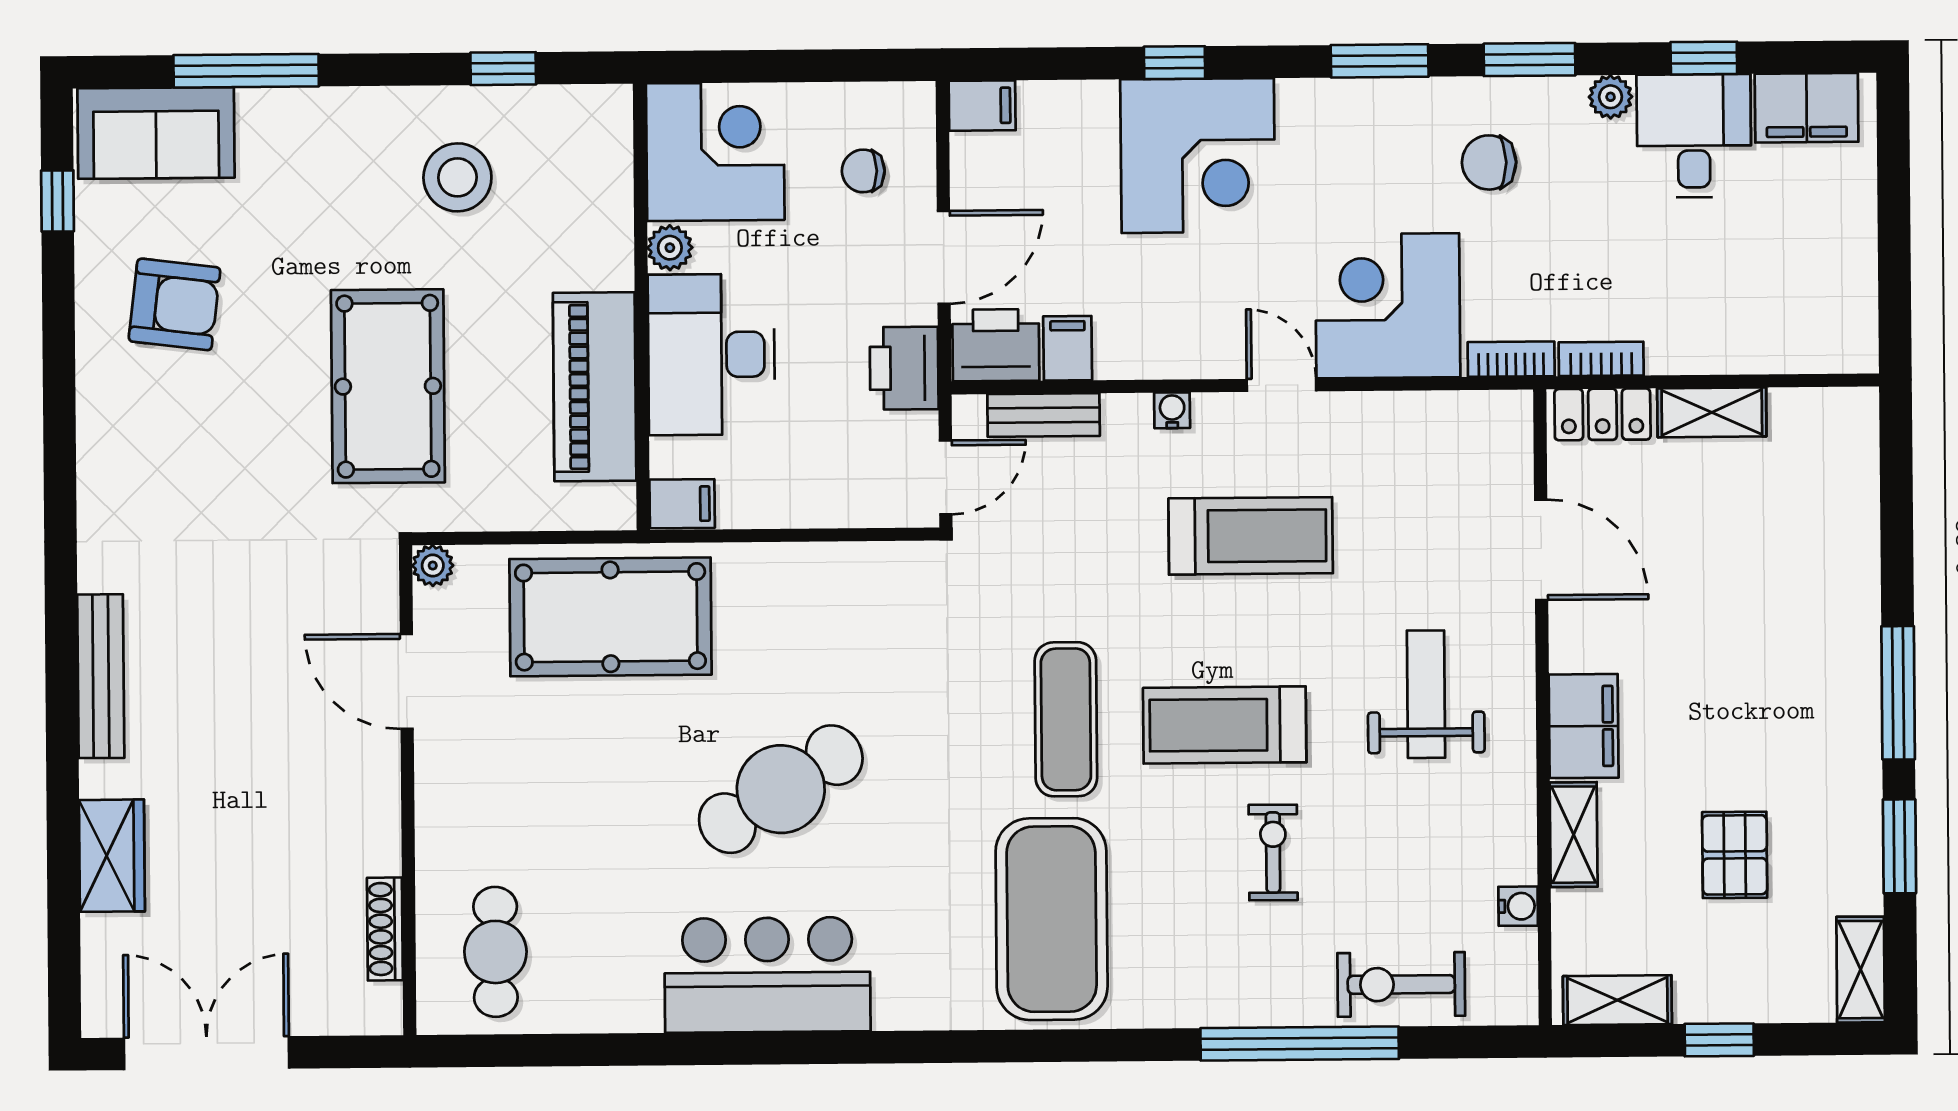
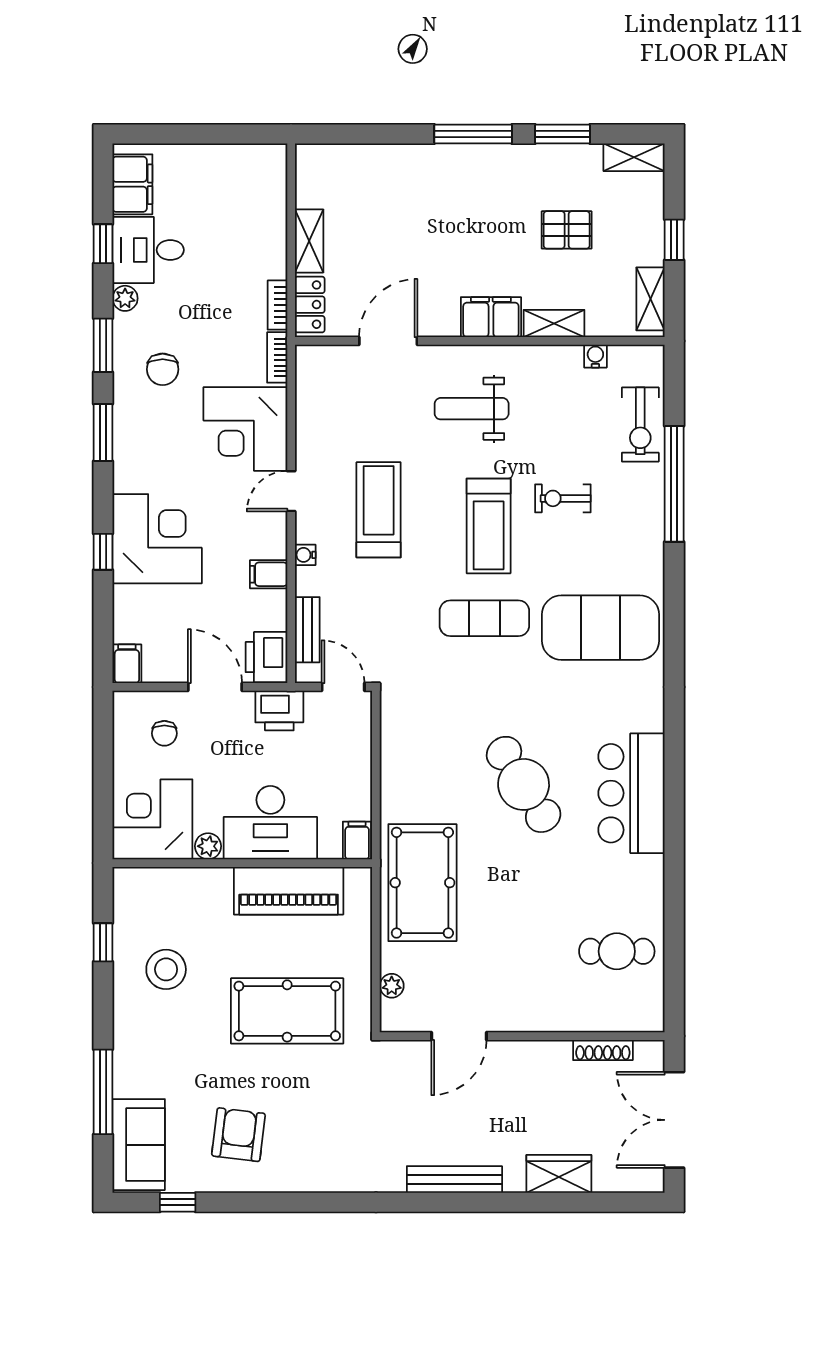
filing cabinet: (1068, 348) -> (269, 574), moved
door: (407, 681) -> (459, 1036), moved
wall: (408, 790) -> (522, 1036), moved
shoe rack: (385, 929) -> (603, 1050), moved

